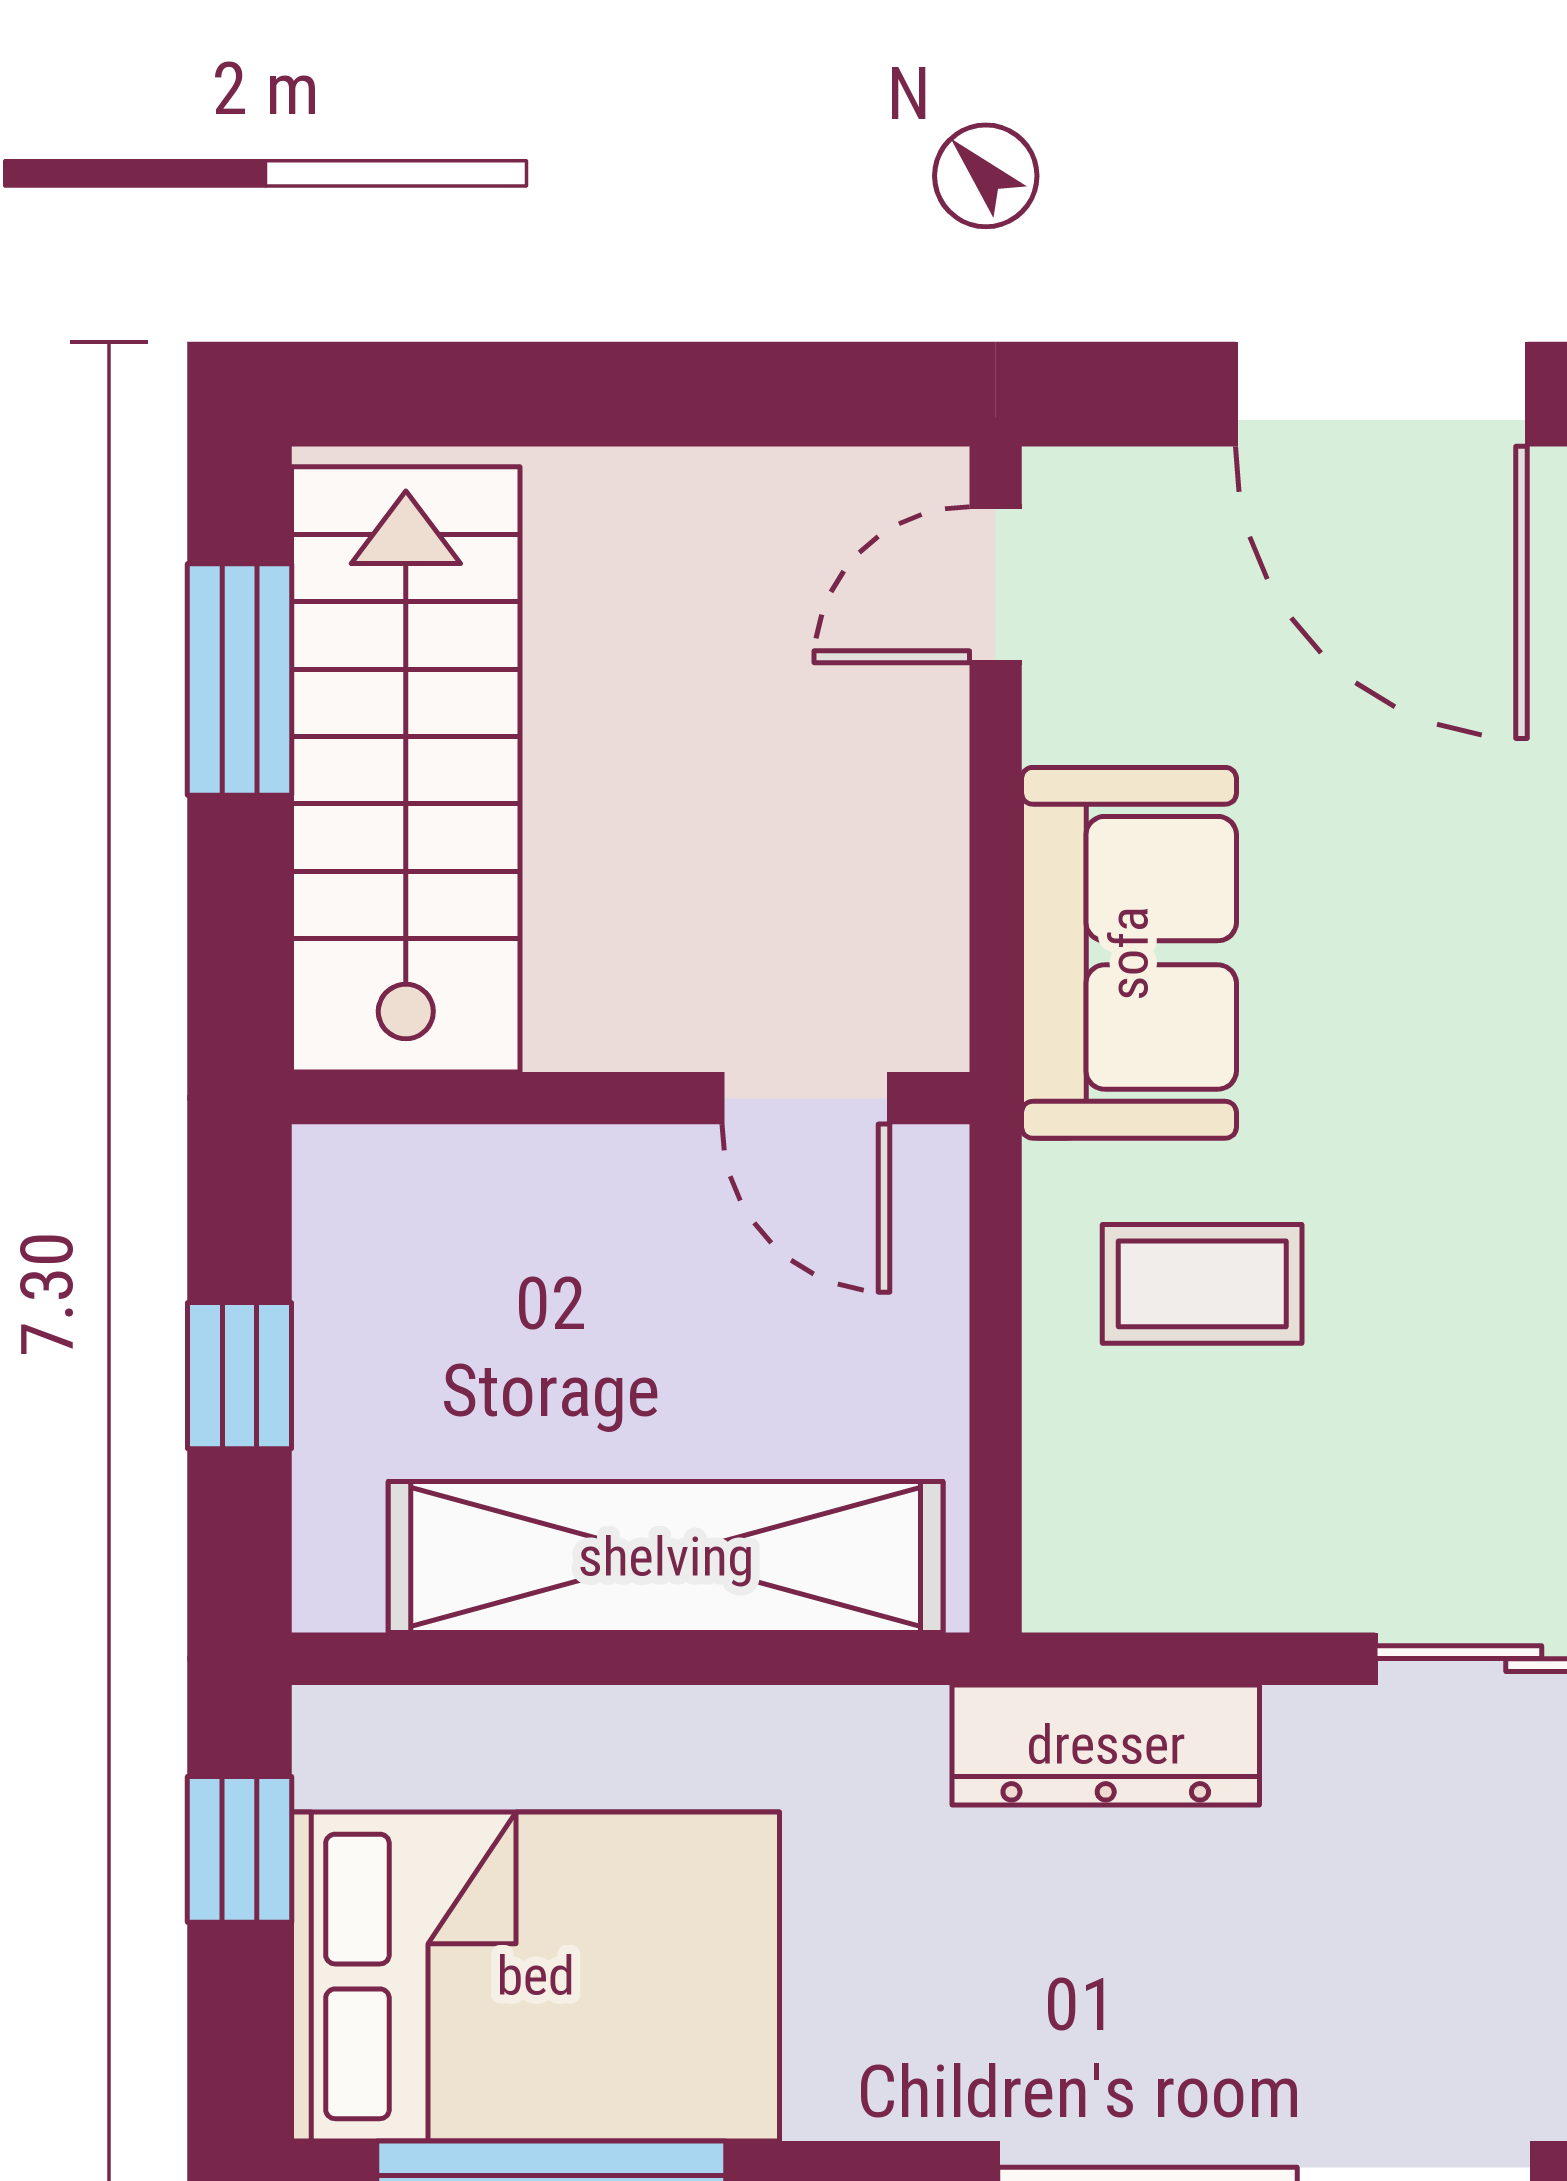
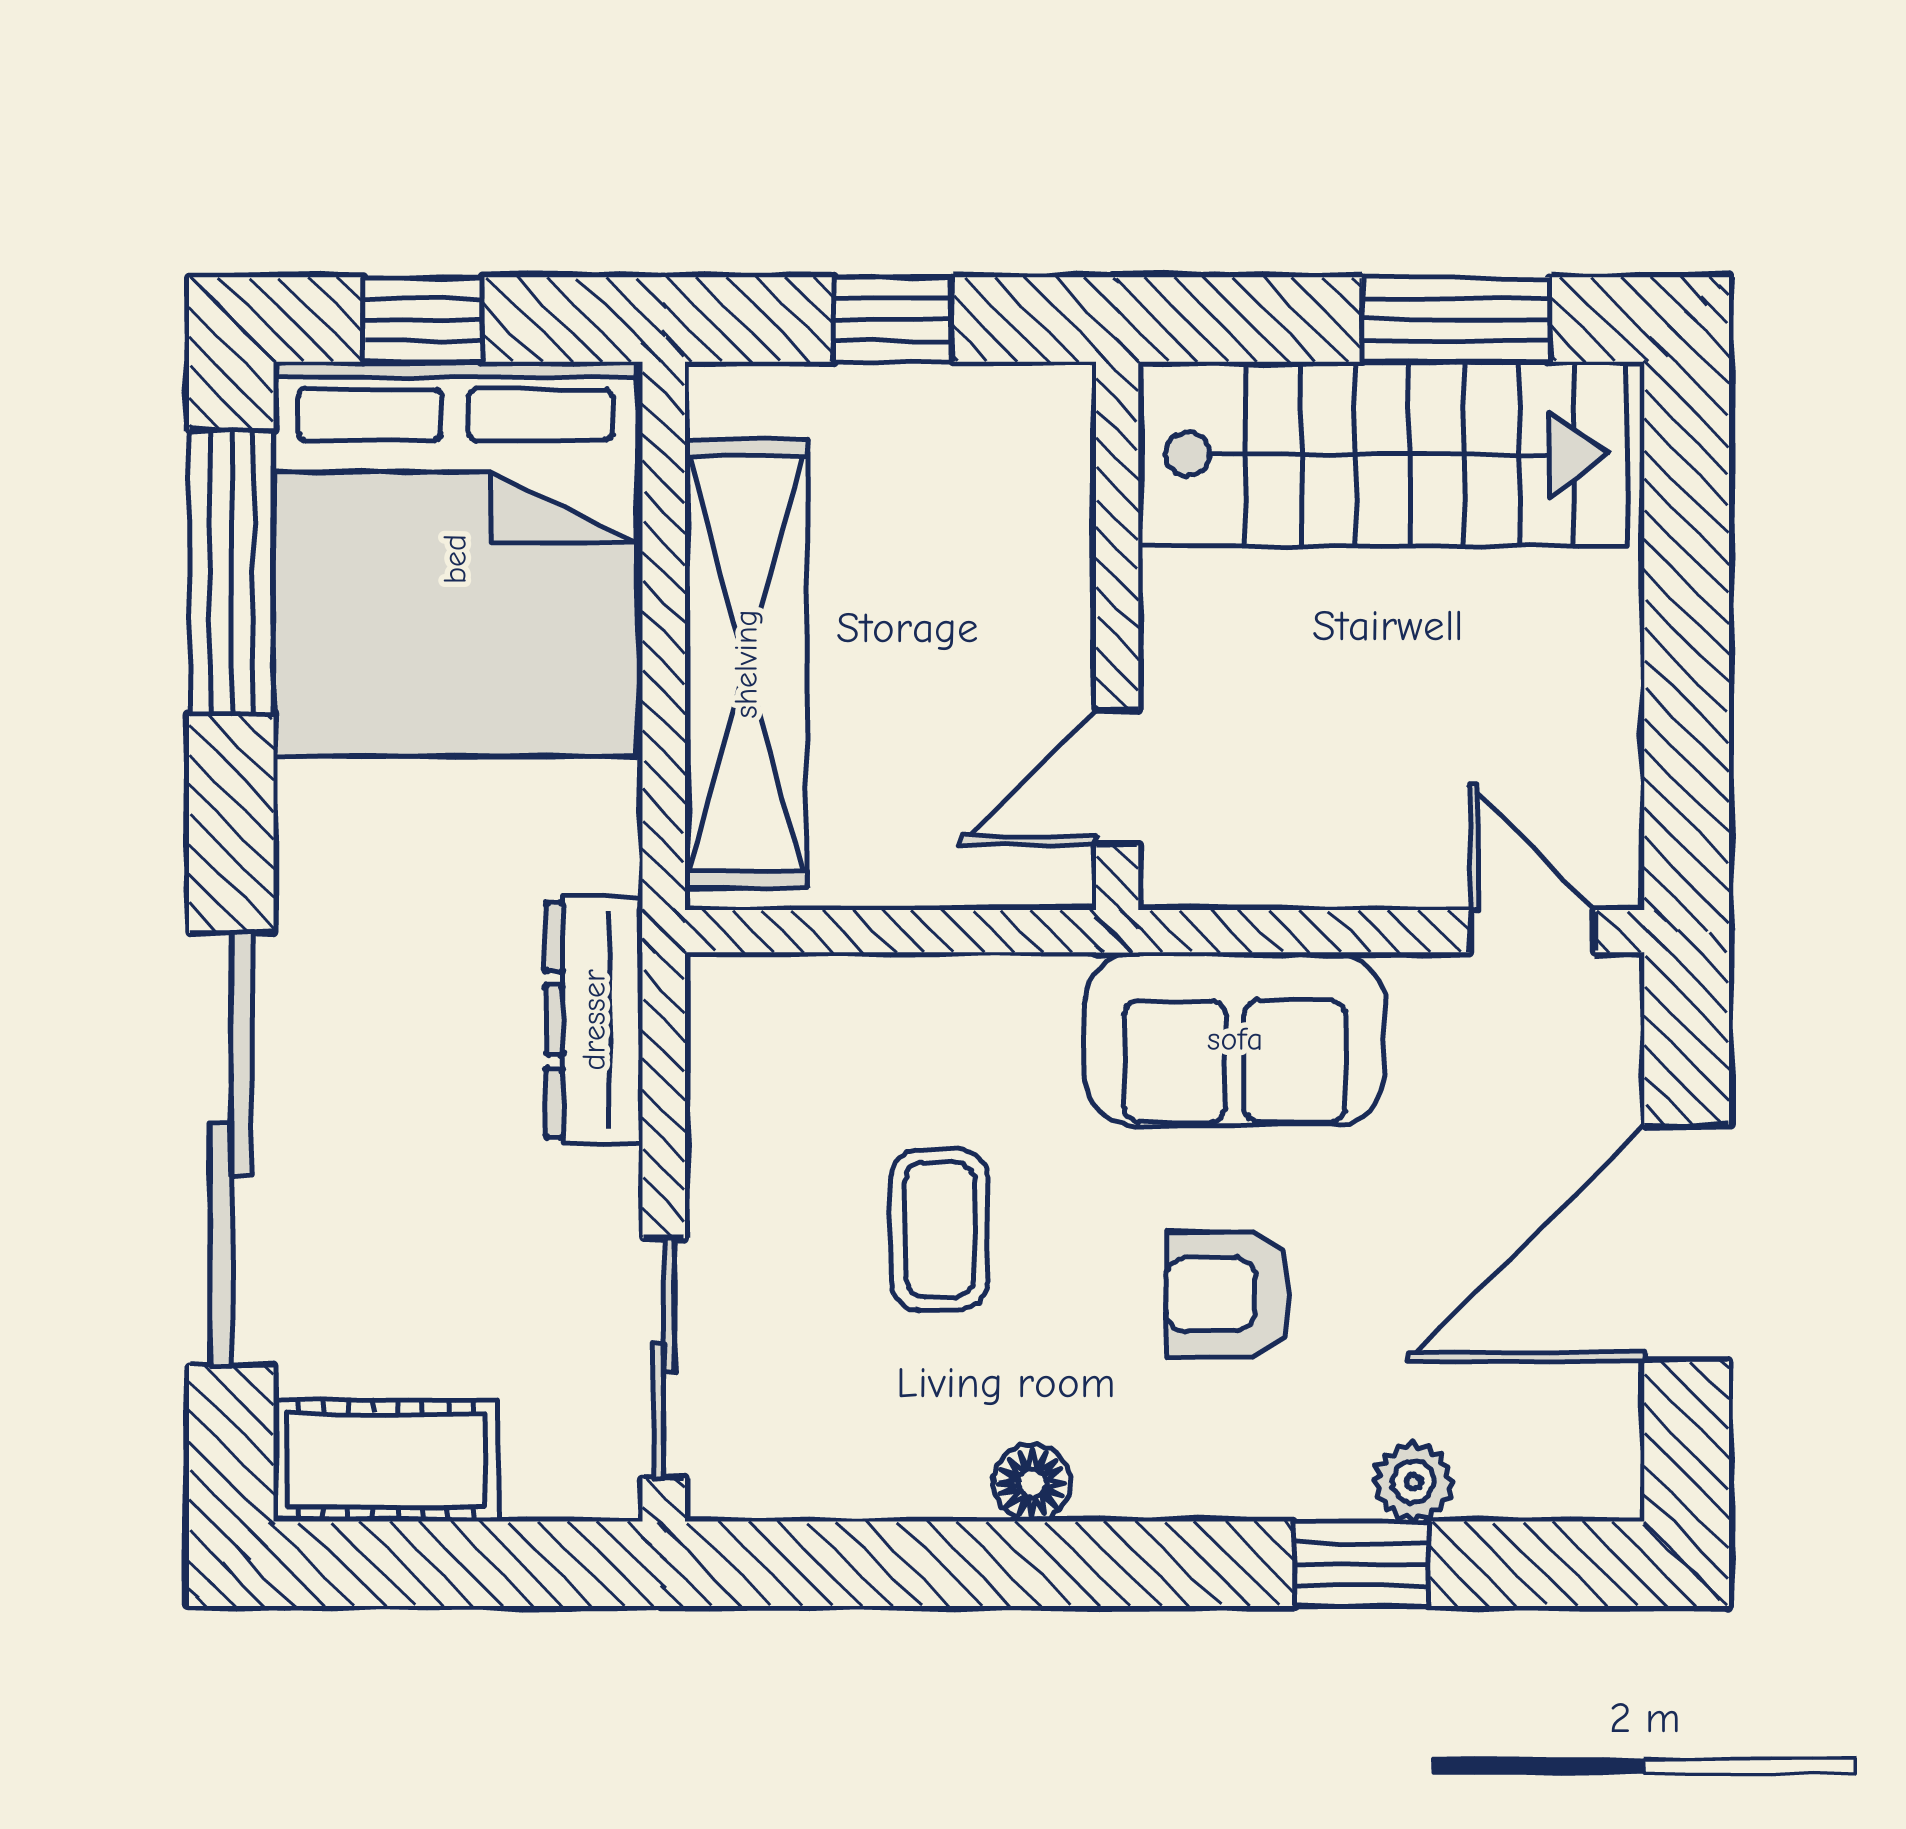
armchair: (1445, 961) -> (1228, 1295), added
coffee table: (1202, 1284) -> (939, 1230), moved
window: (239, 1849) -> (423, 319), moved
bed: (536, 1976) -> (455, 559), width x1.36

